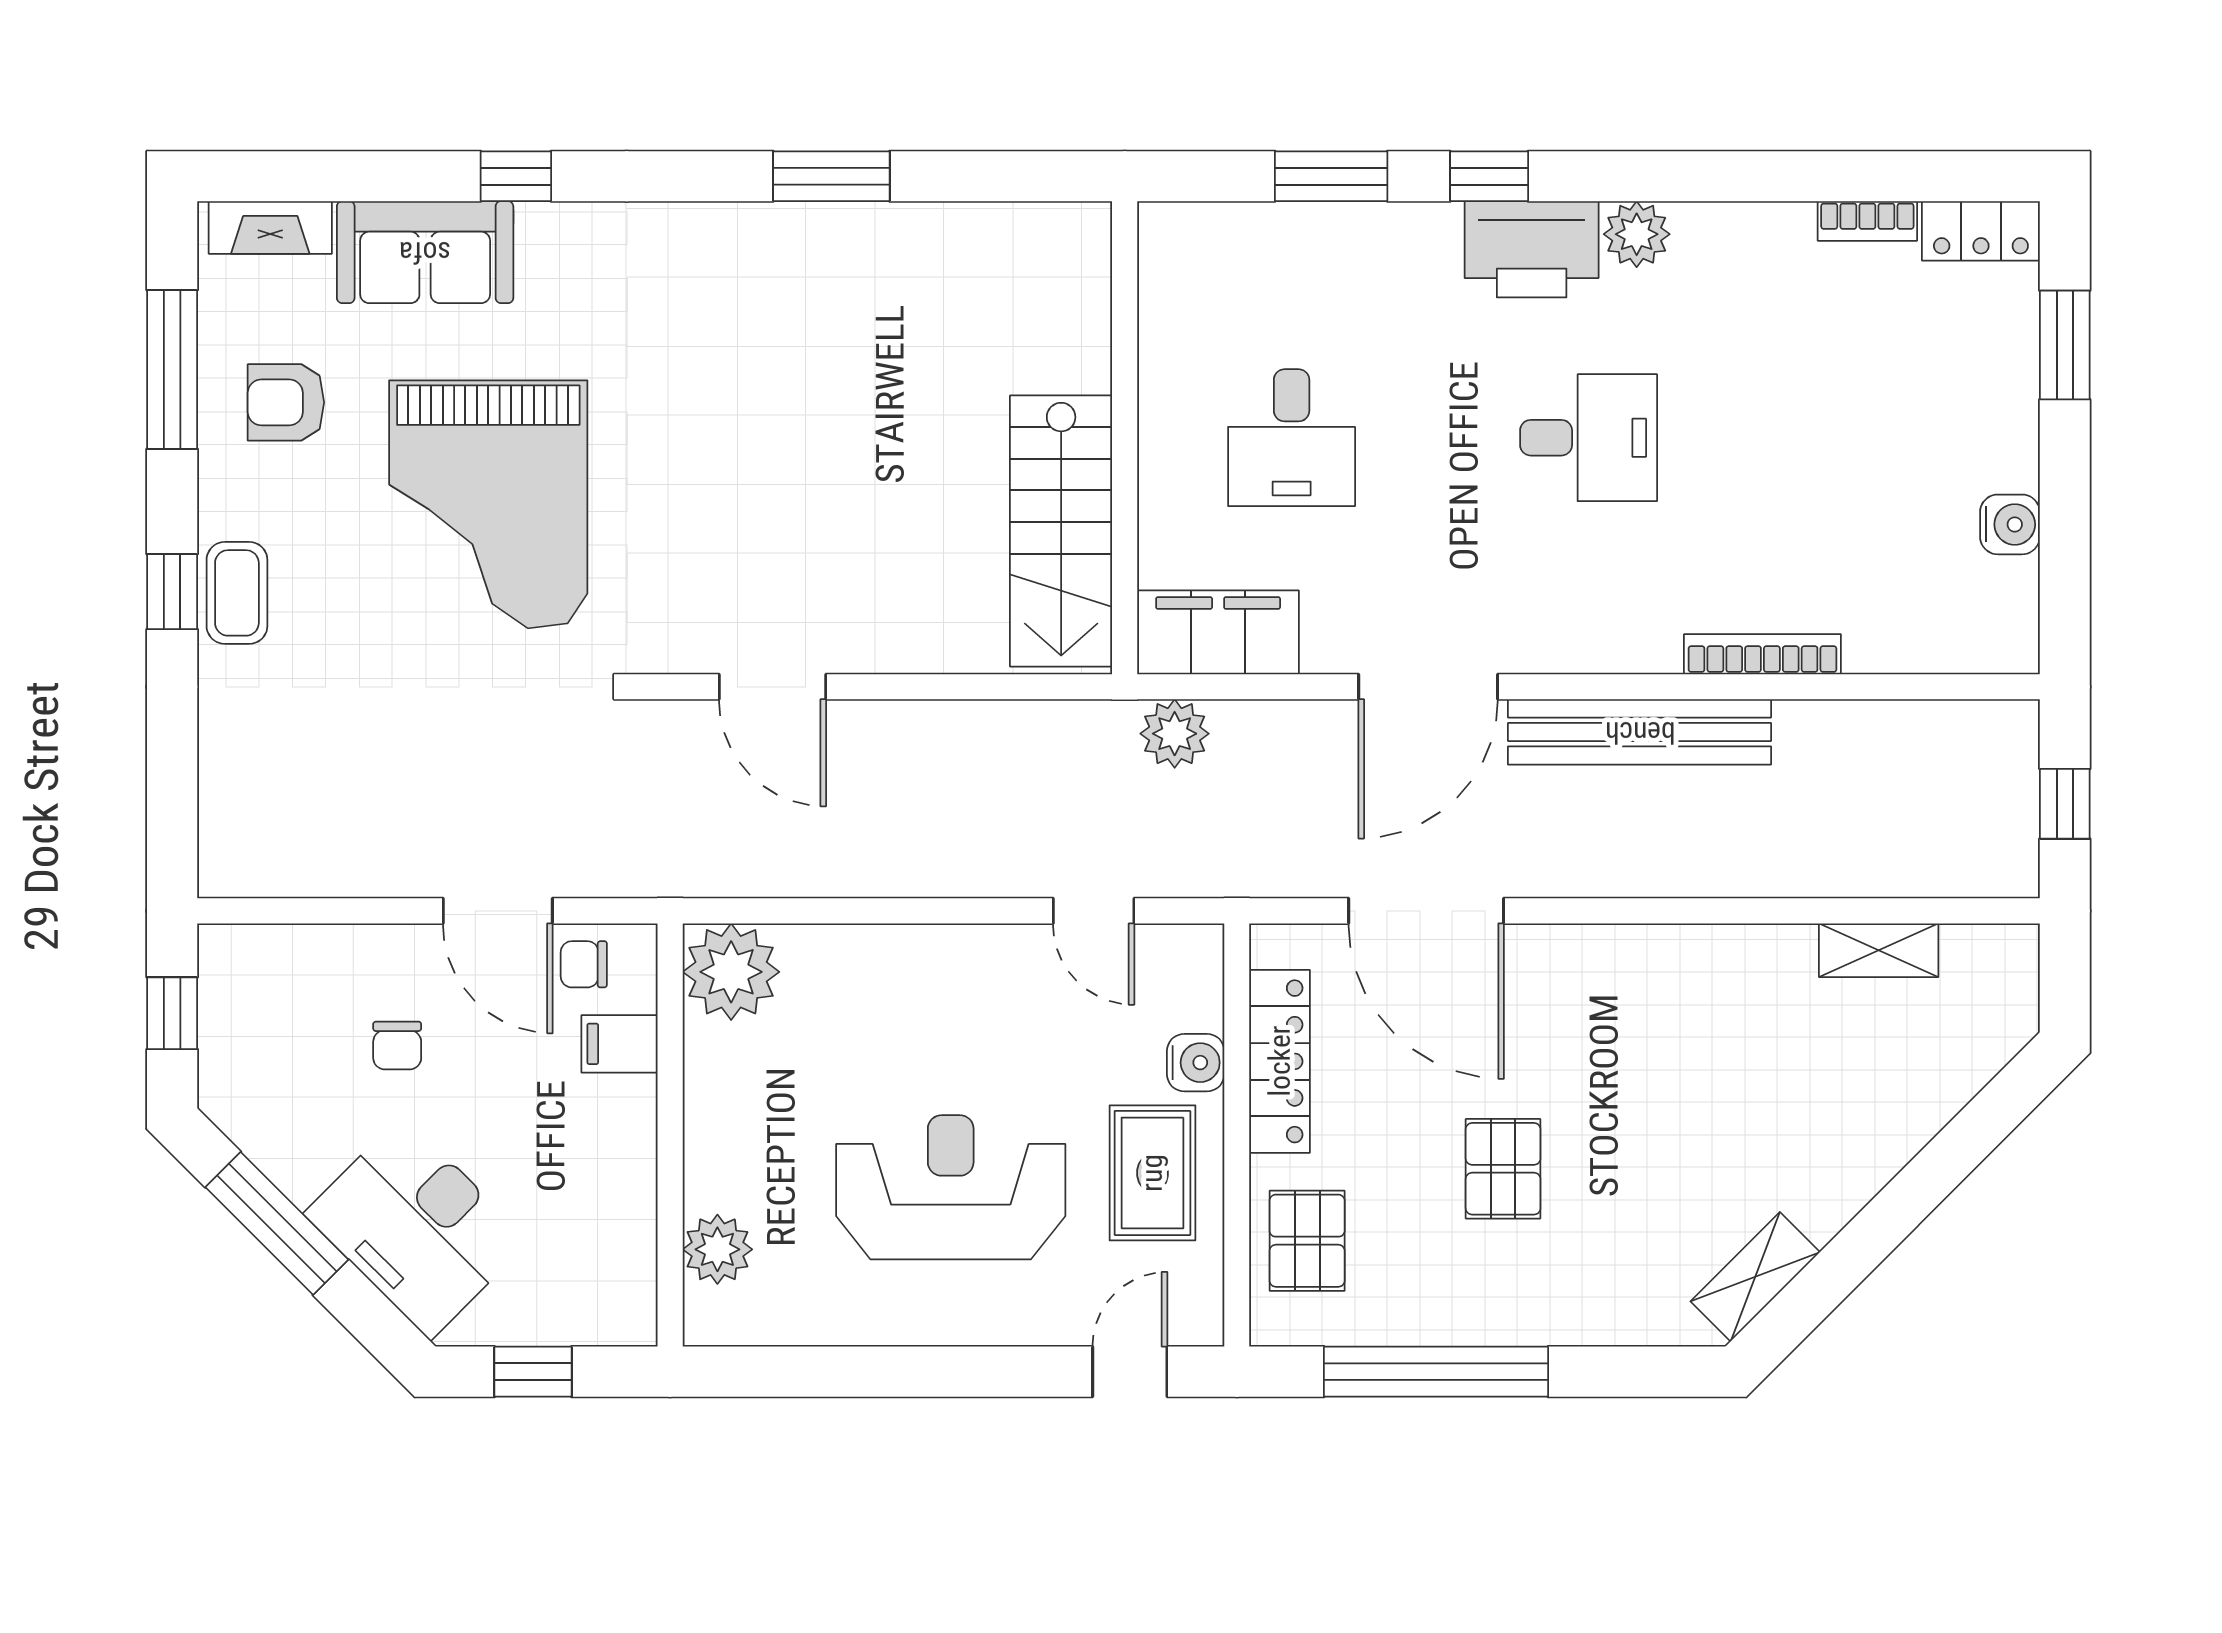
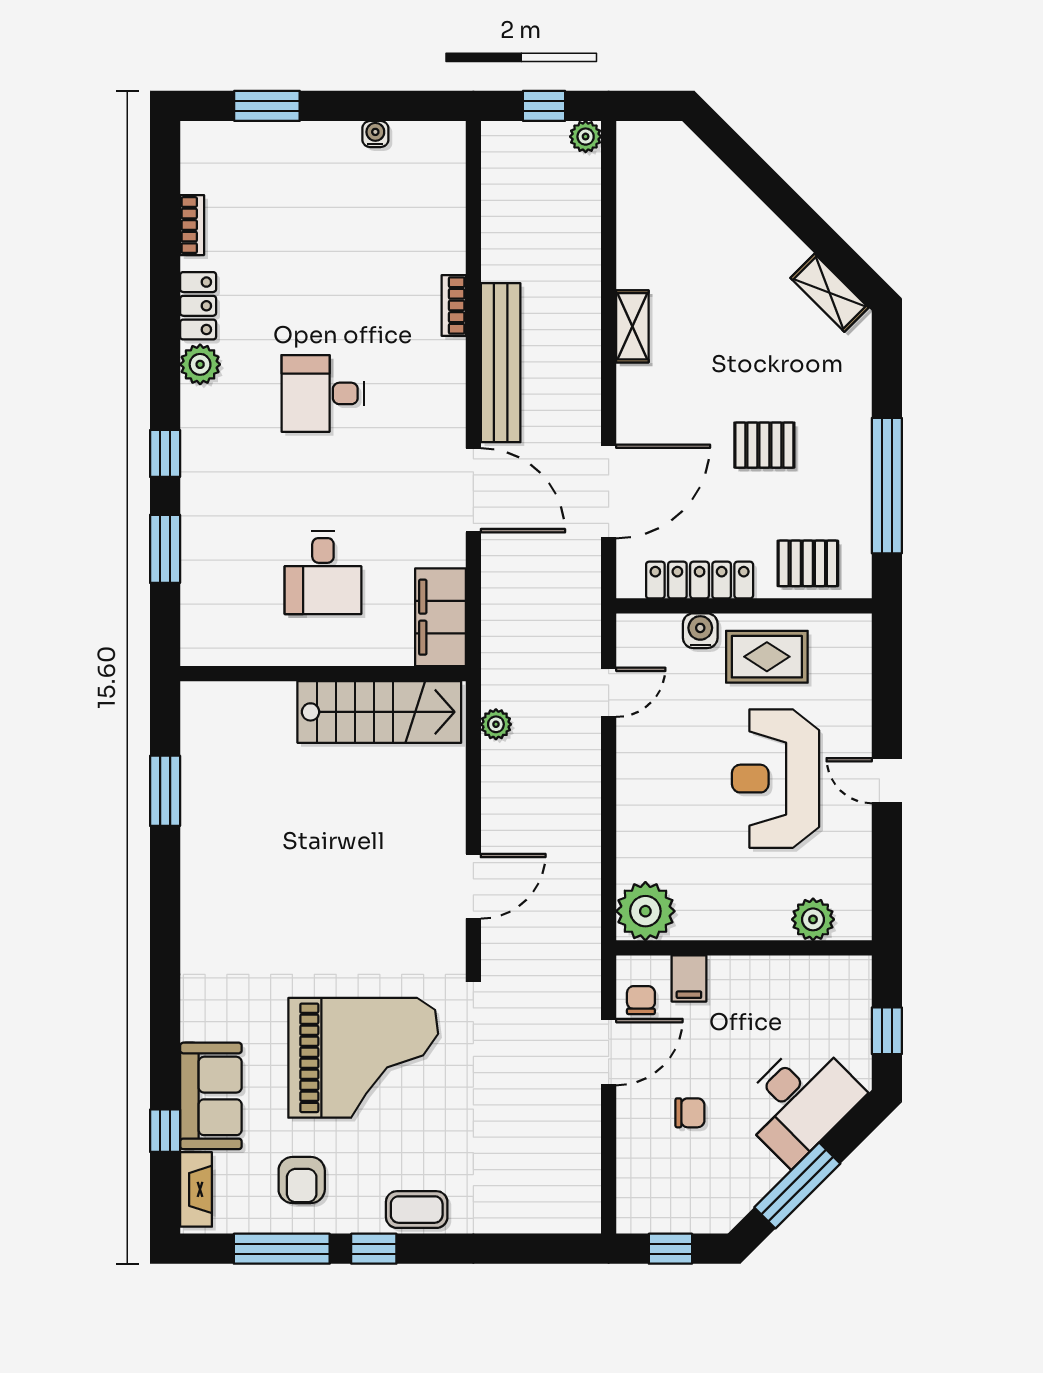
window: (516, 176) -> (165, 1131), moved
window: (831, 176) -> (165, 791), moved
locker: (1981, 231) -> (198, 306), moved
printer: (1532, 249) -> (209, 428), removed
desk: (1292, 438) -> (323, 573), turned 90
desk: (1589, 438) -> (323, 393), turned -90
water cooler: (2010, 524) -> (375, 134), width x0.72, depth x0.72
window: (172, 592) -> (374, 1249), moved
bookcase: (1762, 654) -> (454, 305), width x0.64
plant: (1175, 734) -> (496, 724), moved, width x0.73, depth x0.73
plant: (2014, 873) -> (586, 137), added
shelving: (1879, 950) -> (632, 326), moved
chair: (584, 964) -> (641, 1000), turned 180
door: (1130, 1372) -> (887, 781), moved

